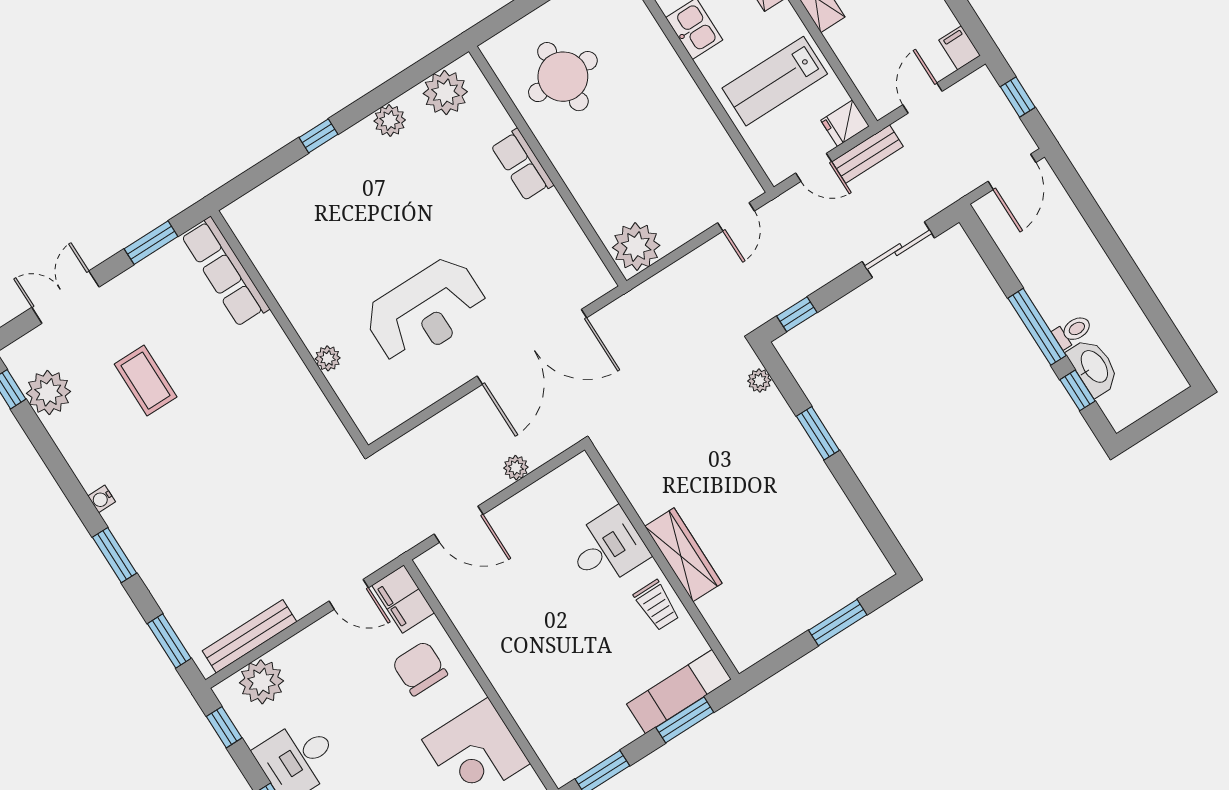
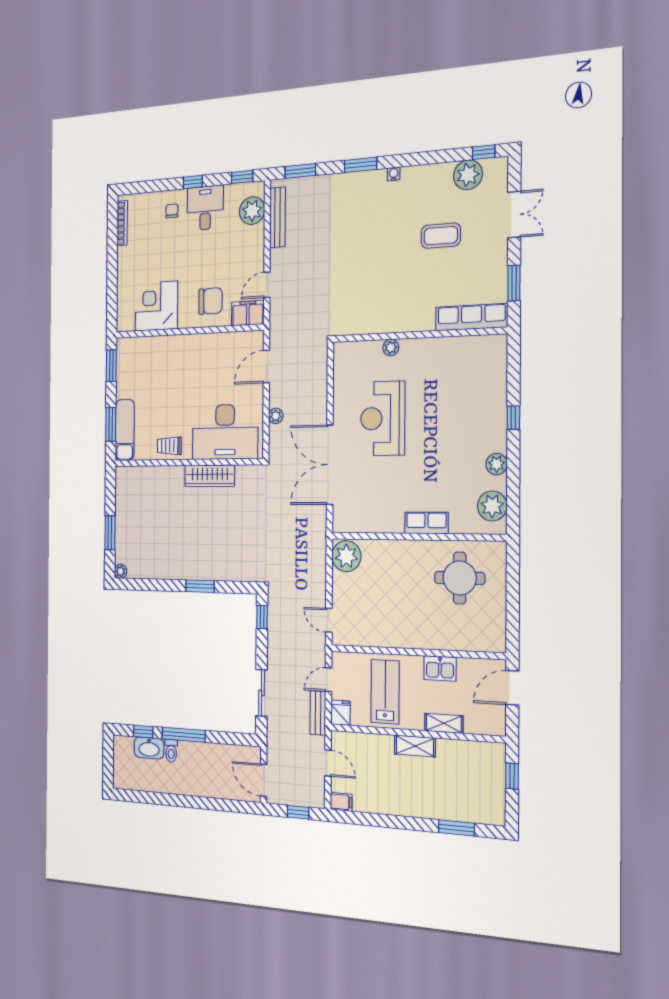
plant: (759, 381) -> (121, 571), moved
desk: (608, 548) -> (225, 432), width x1.87, depth x1.30
wardrobe: (683, 555) -> (210, 476), moved

